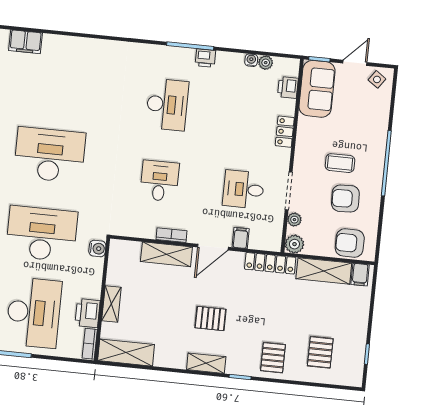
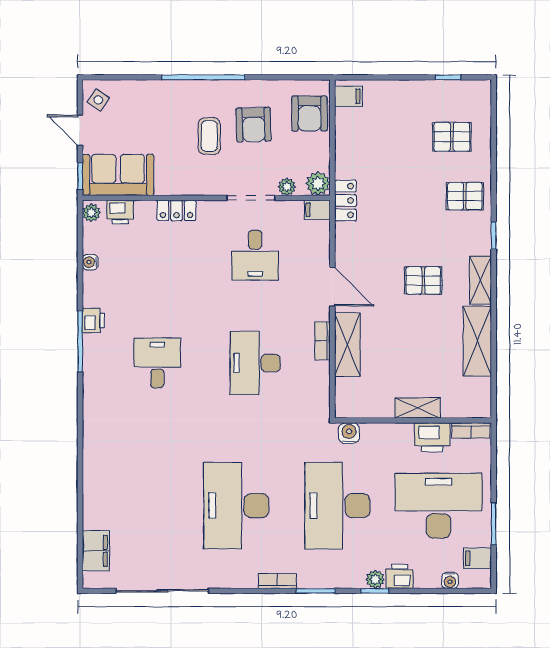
plant: (266, 63) -> (91, 213), moved
desk: (167, 105) -> (157, 363), width x0.73
desk: (159, 181) -> (255, 363), width x1.37
filing cabinet: (241, 238) -> (317, 210), moved
locker: (270, 263) -> (345, 200), width x0.66
shelving: (324, 271) -> (348, 143), removed
pallet: (210, 319) -> (423, 280), turned 90
shelving: (126, 353) -> (477, 341), moved

